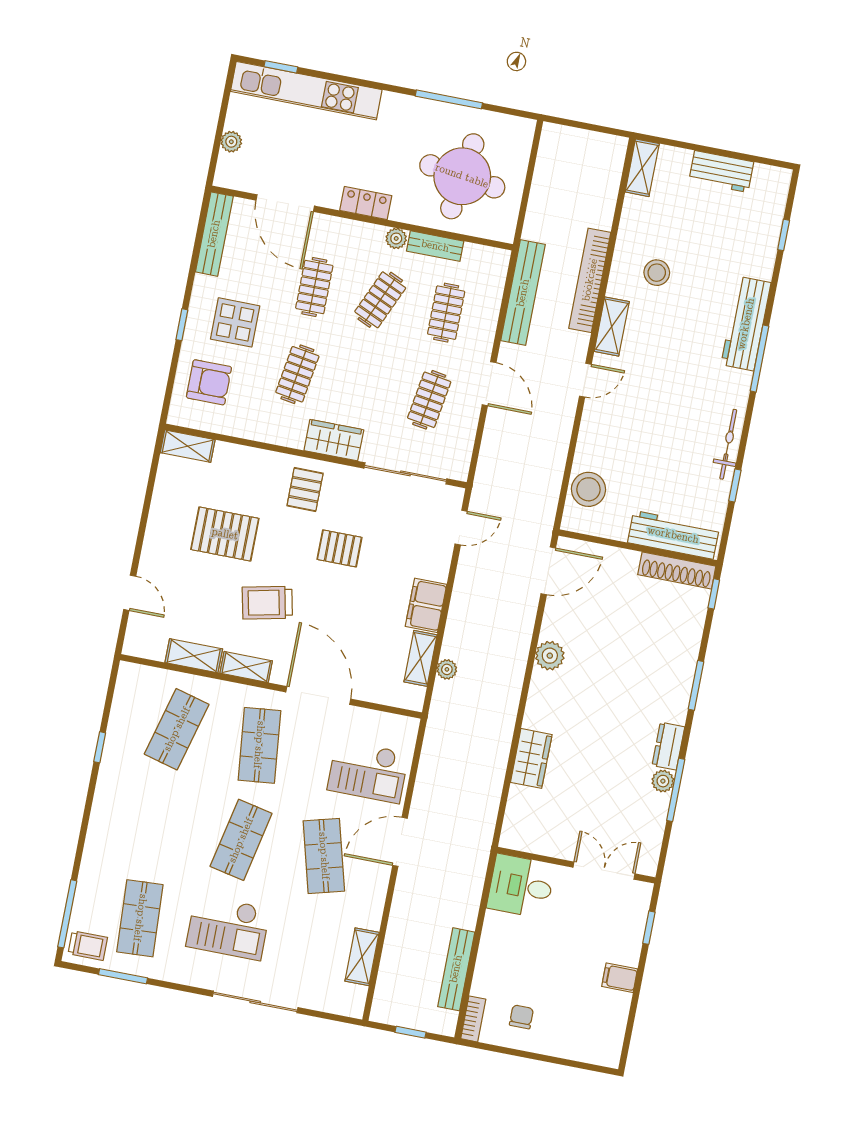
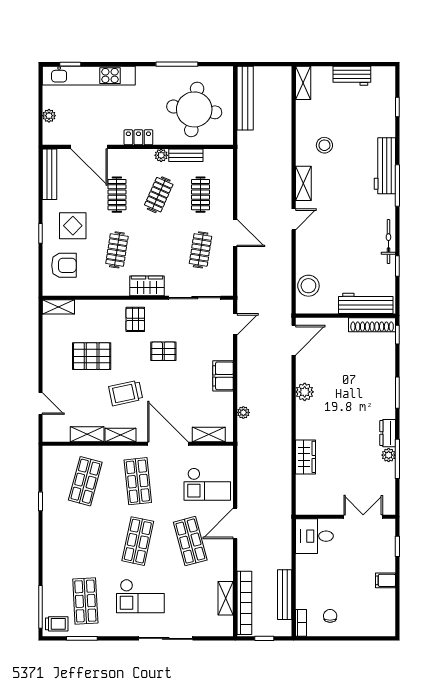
bookcase: (590, 280) -> (244, 603), moved, turned 180
bench: (523, 293) -> (245, 98), moved
shelving: (420, 658) -> (209, 434), moved, turned 90

